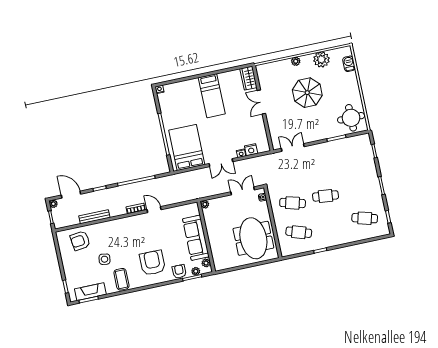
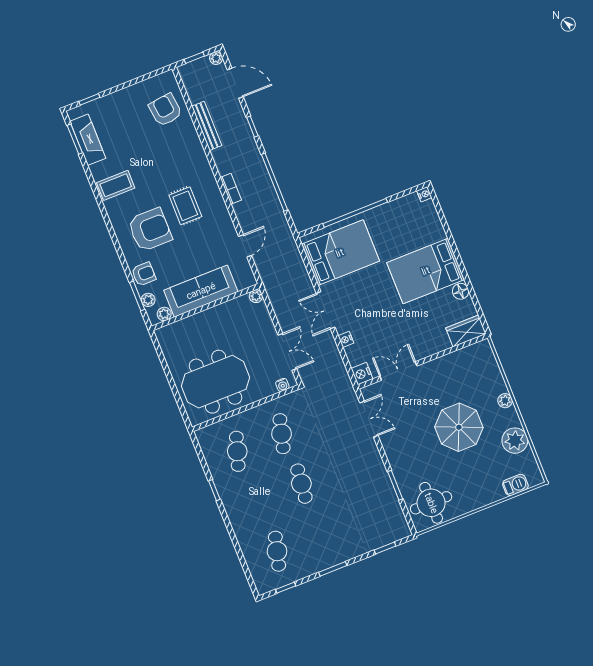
floor lamp: (223, 77) -> (461, 291), added
bed: (212, 96) -> (426, 271), width x1.50
double door: (261, 102) -> (398, 371), moved
nightstand: (251, 150) -> (362, 374), moved
door: (71, 195) -> (235, 83), hinge flipped
door: (154, 210) -> (245, 246), moved
rug: (141, 238) -> (185, 206), added
side table: (105, 259) -> (143, 153), removed

